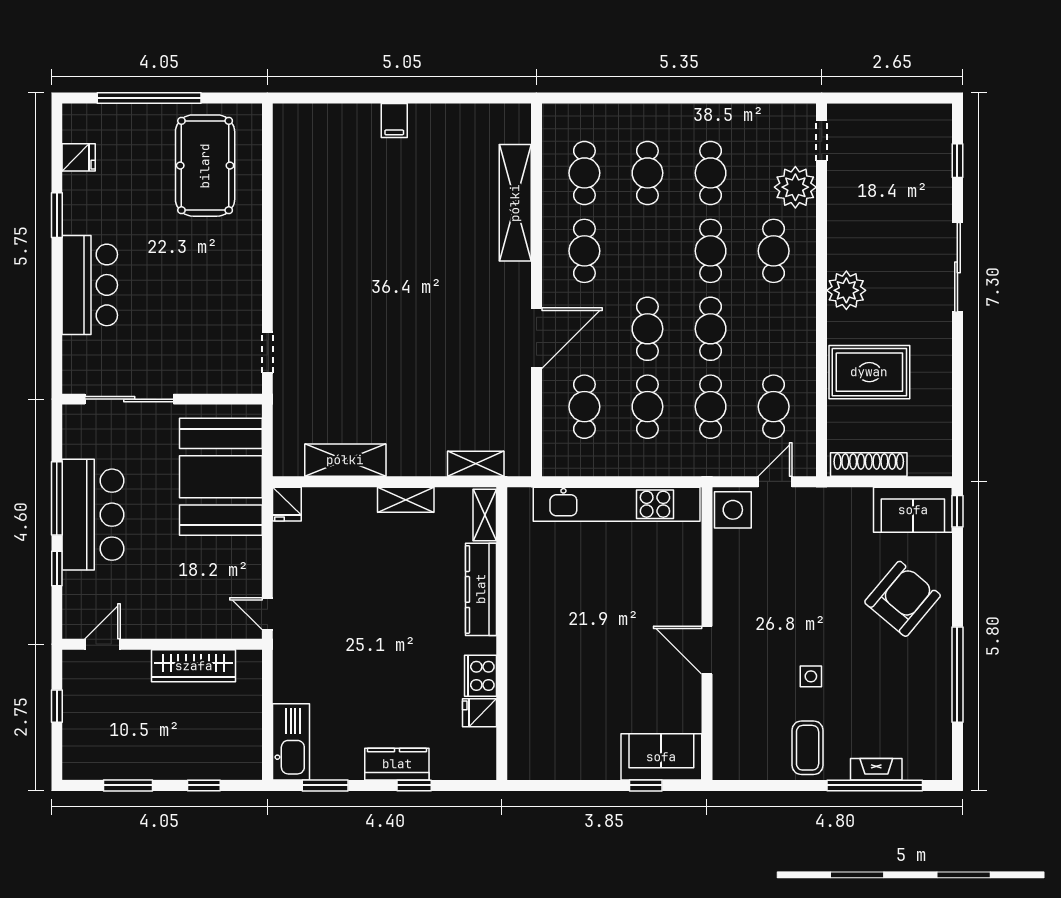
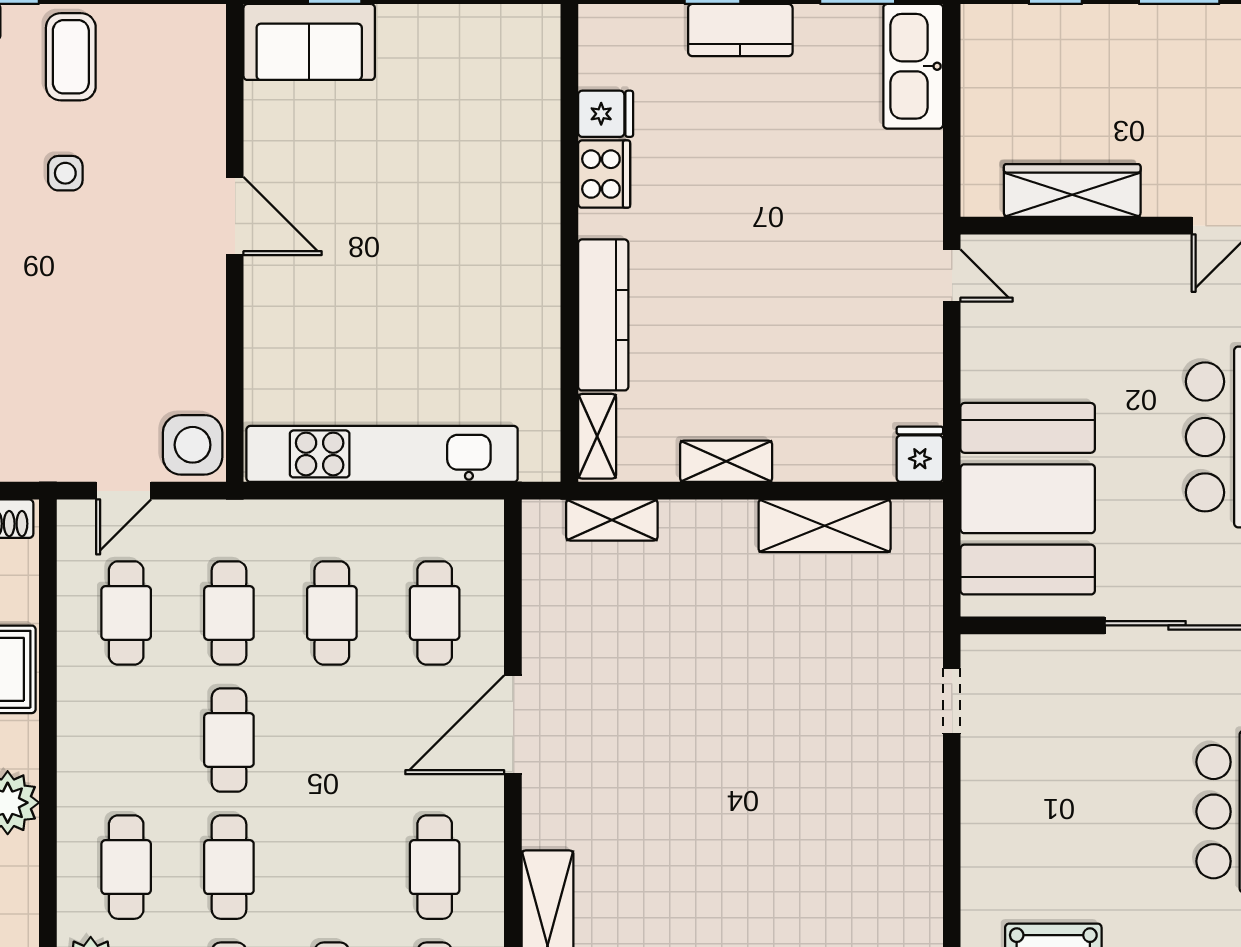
cafe table: (647, 329) -> (332, 740), removed

